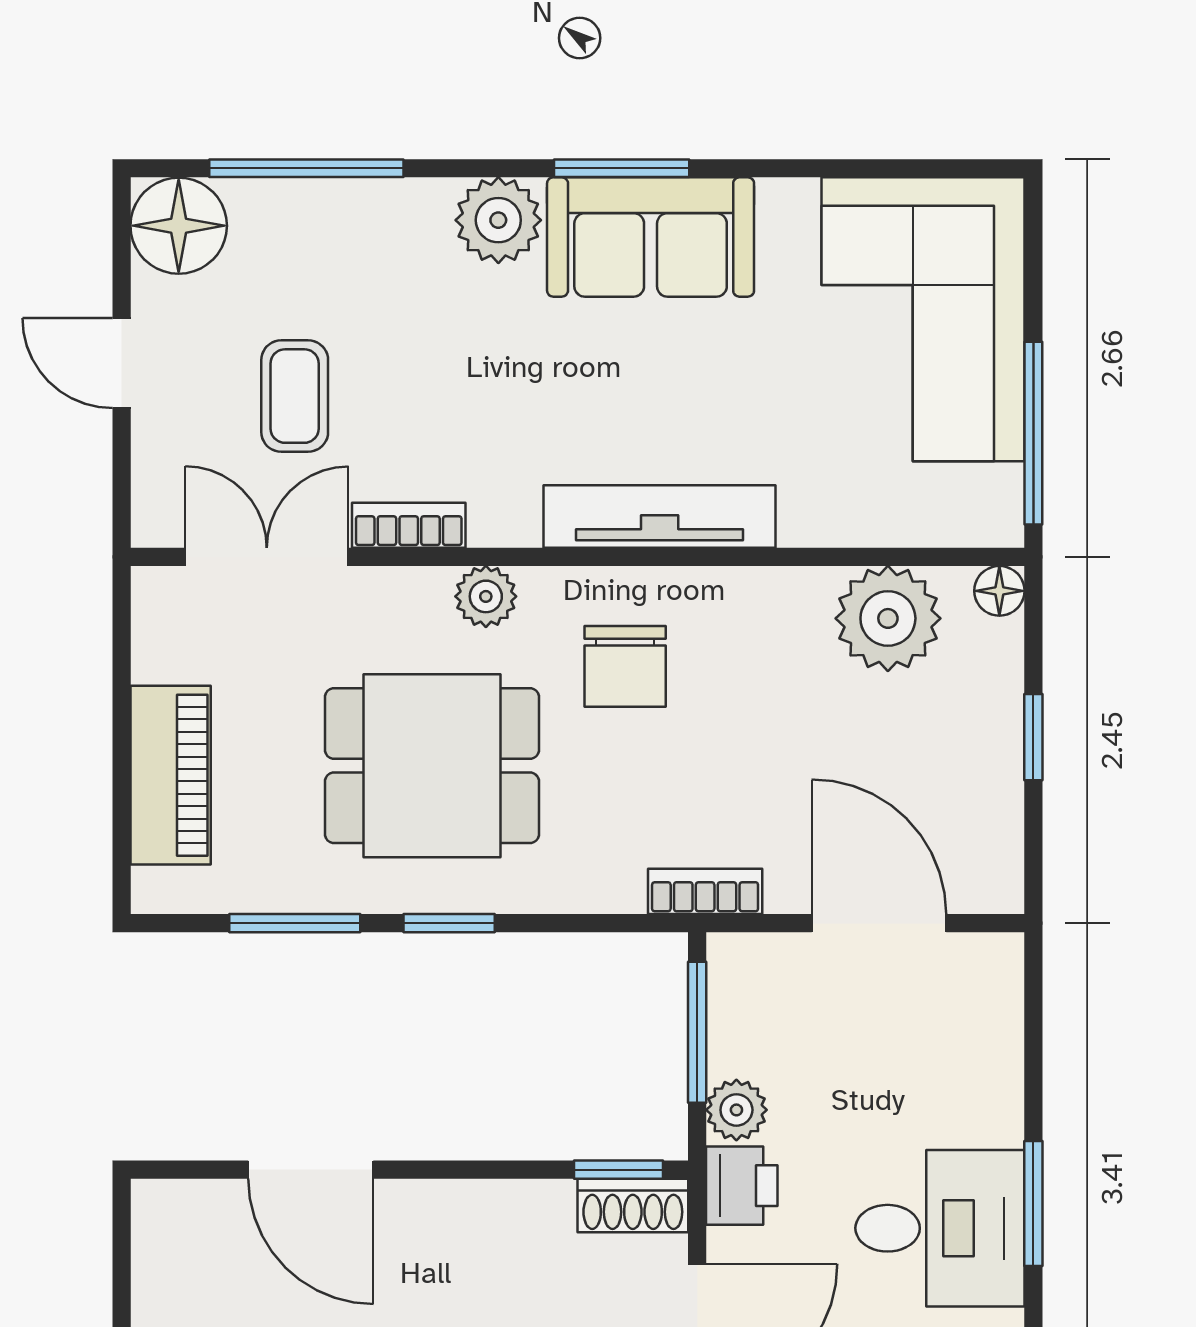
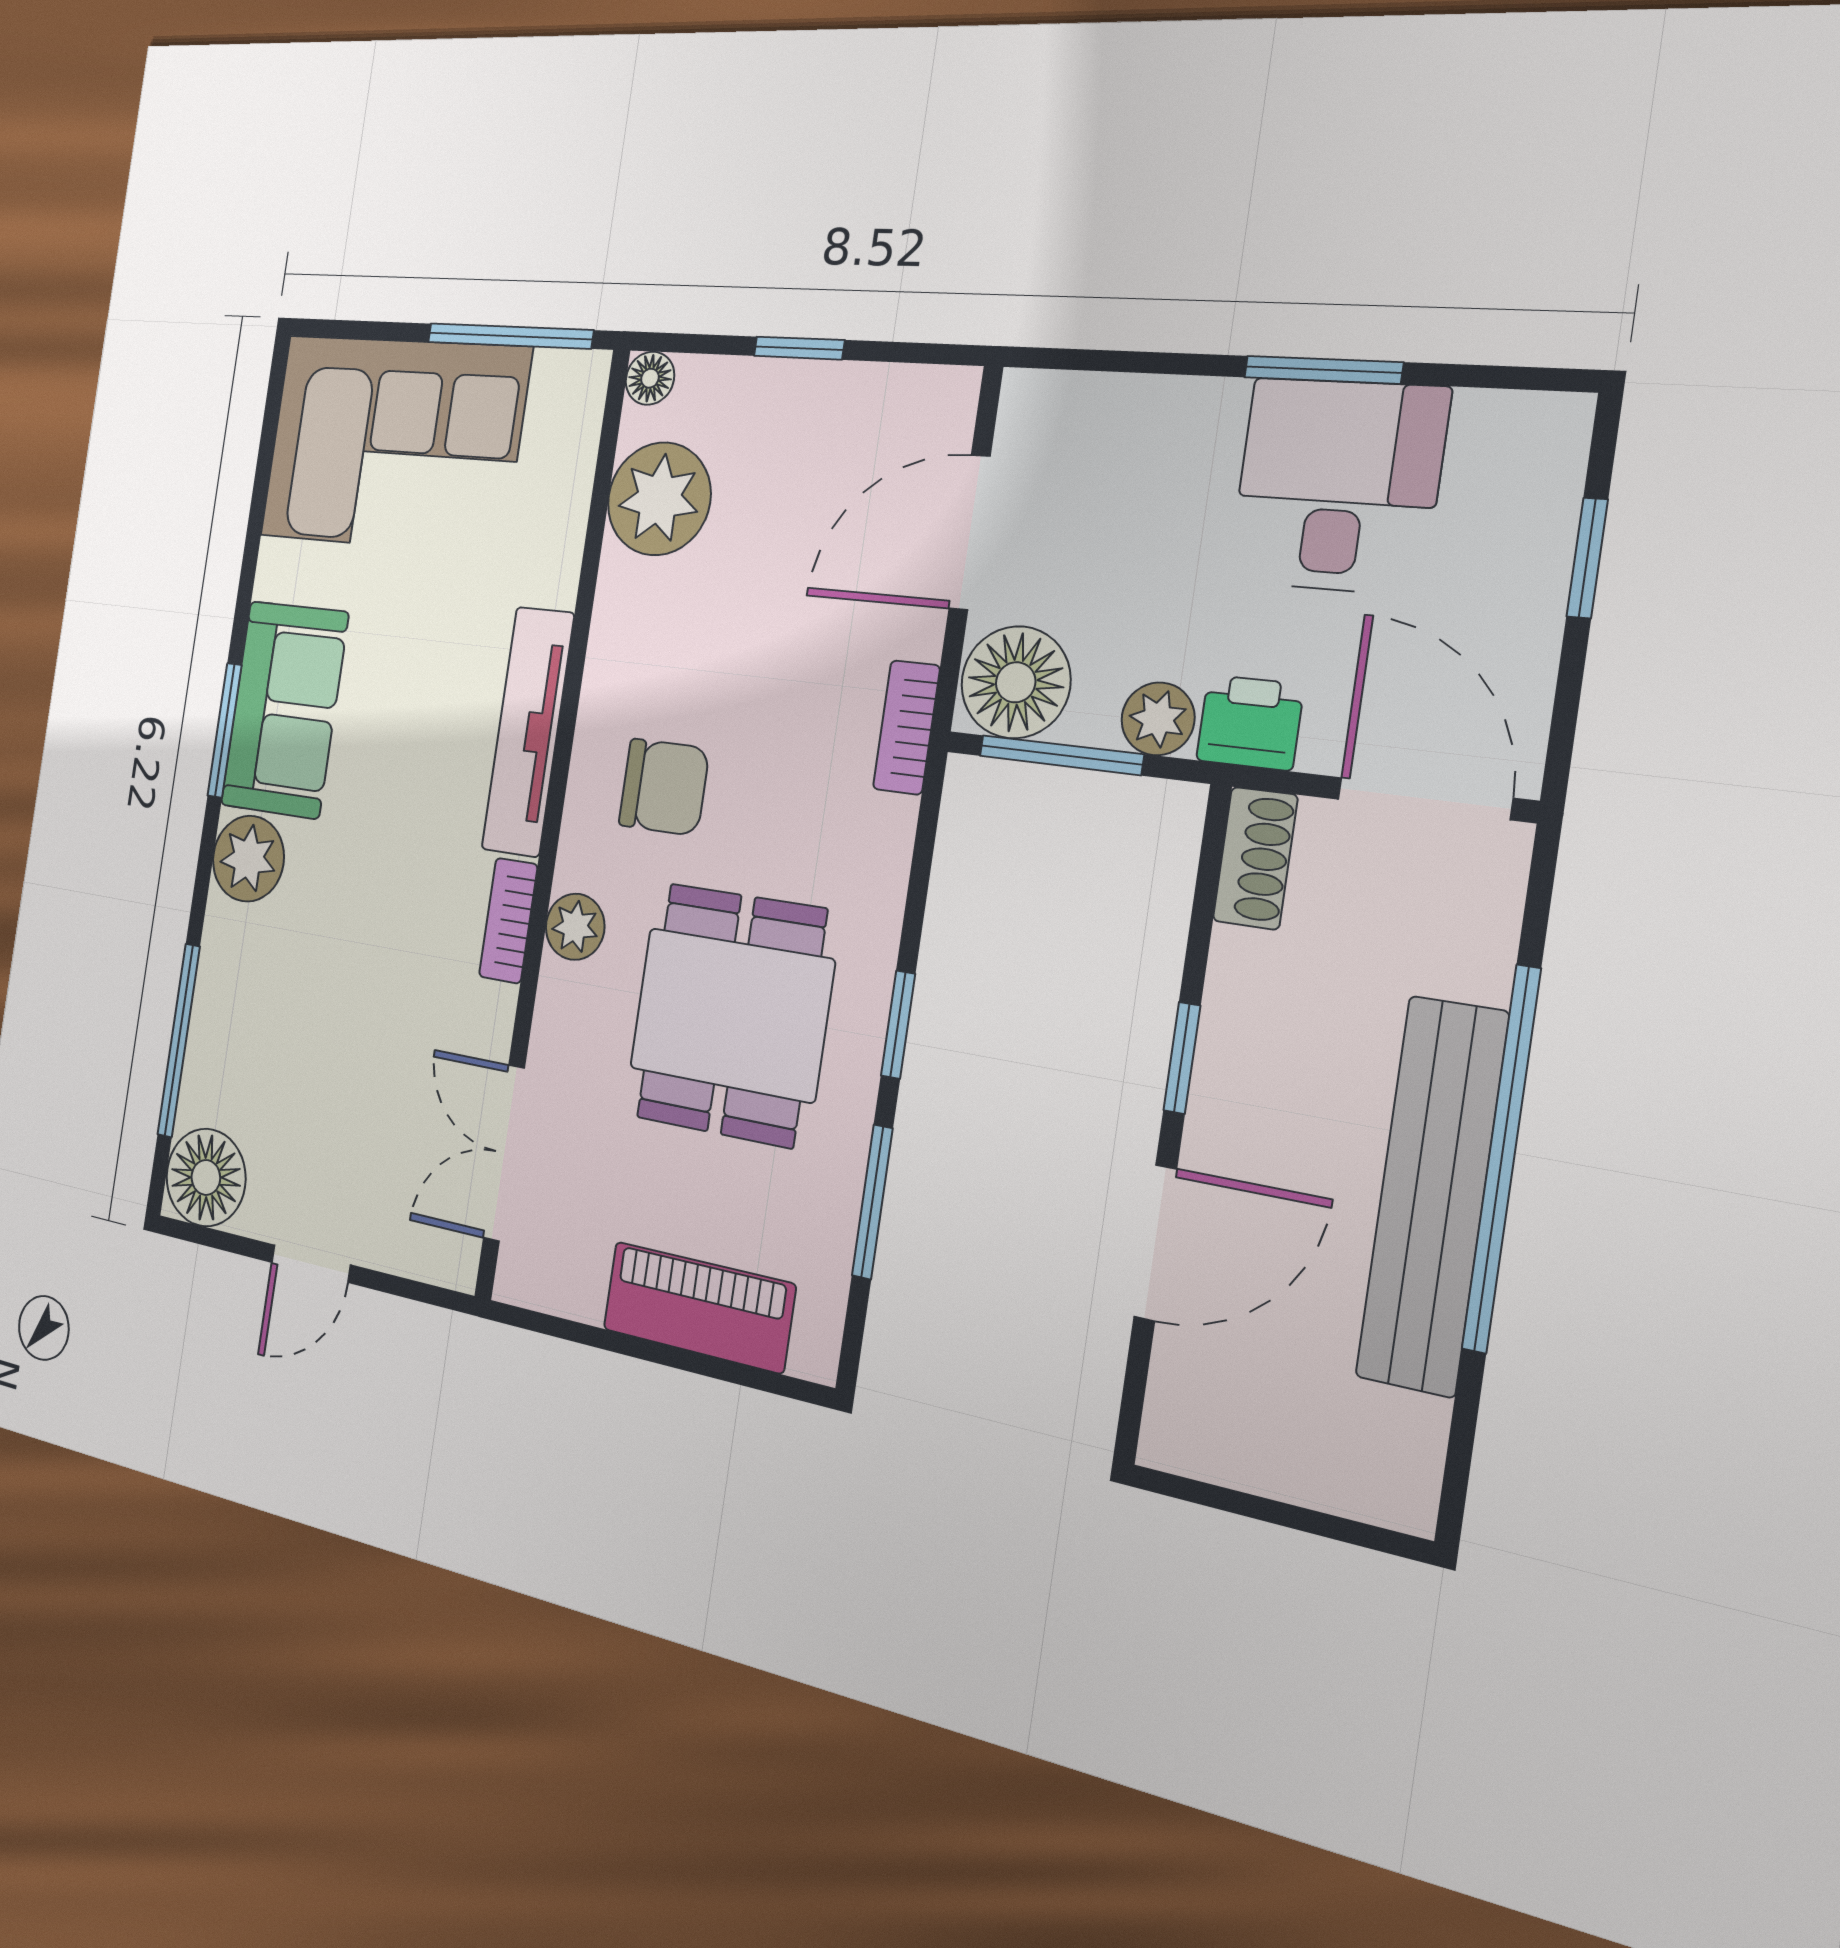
coffee table: (295, 396) -> (365, 1093), removed
bookcase: (409, 525) -> (508, 921), moved
floor lamp: (754, 984) -> (1016, 682), added
window: (619, 1170) -> (1182, 1058), moved

